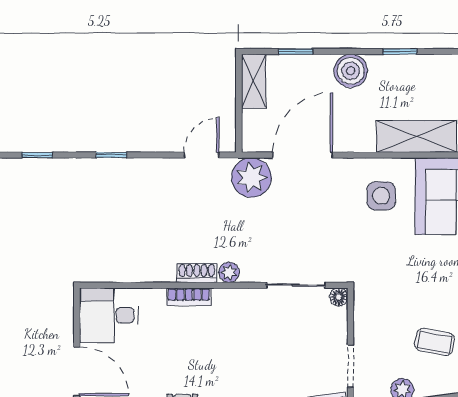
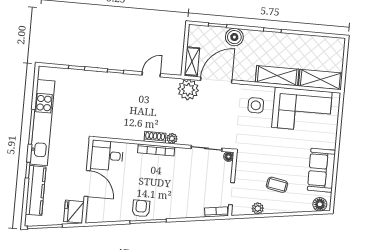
boiler: (351, 71) -> (234, 37), moved
shelving: (254, 81) -> (192, 62), moved
door: (201, 155) -> (151, 74), moved
bookcase: (189, 297) -> (156, 150), width x1.56

